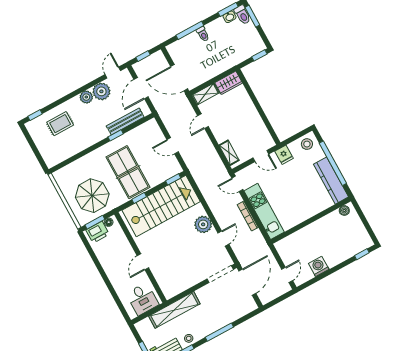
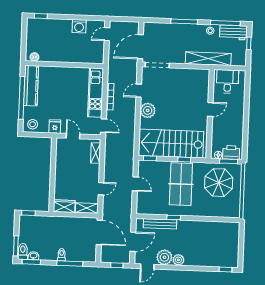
rug: (60, 124) -> (210, 252), removed

